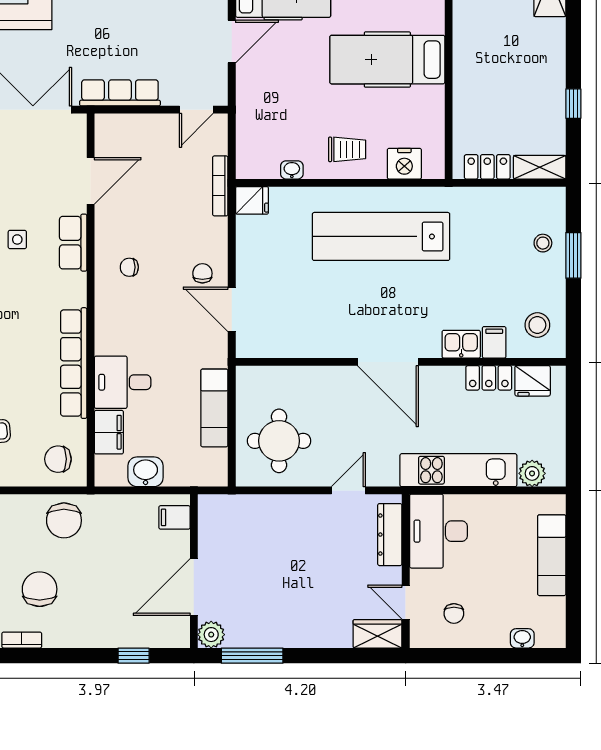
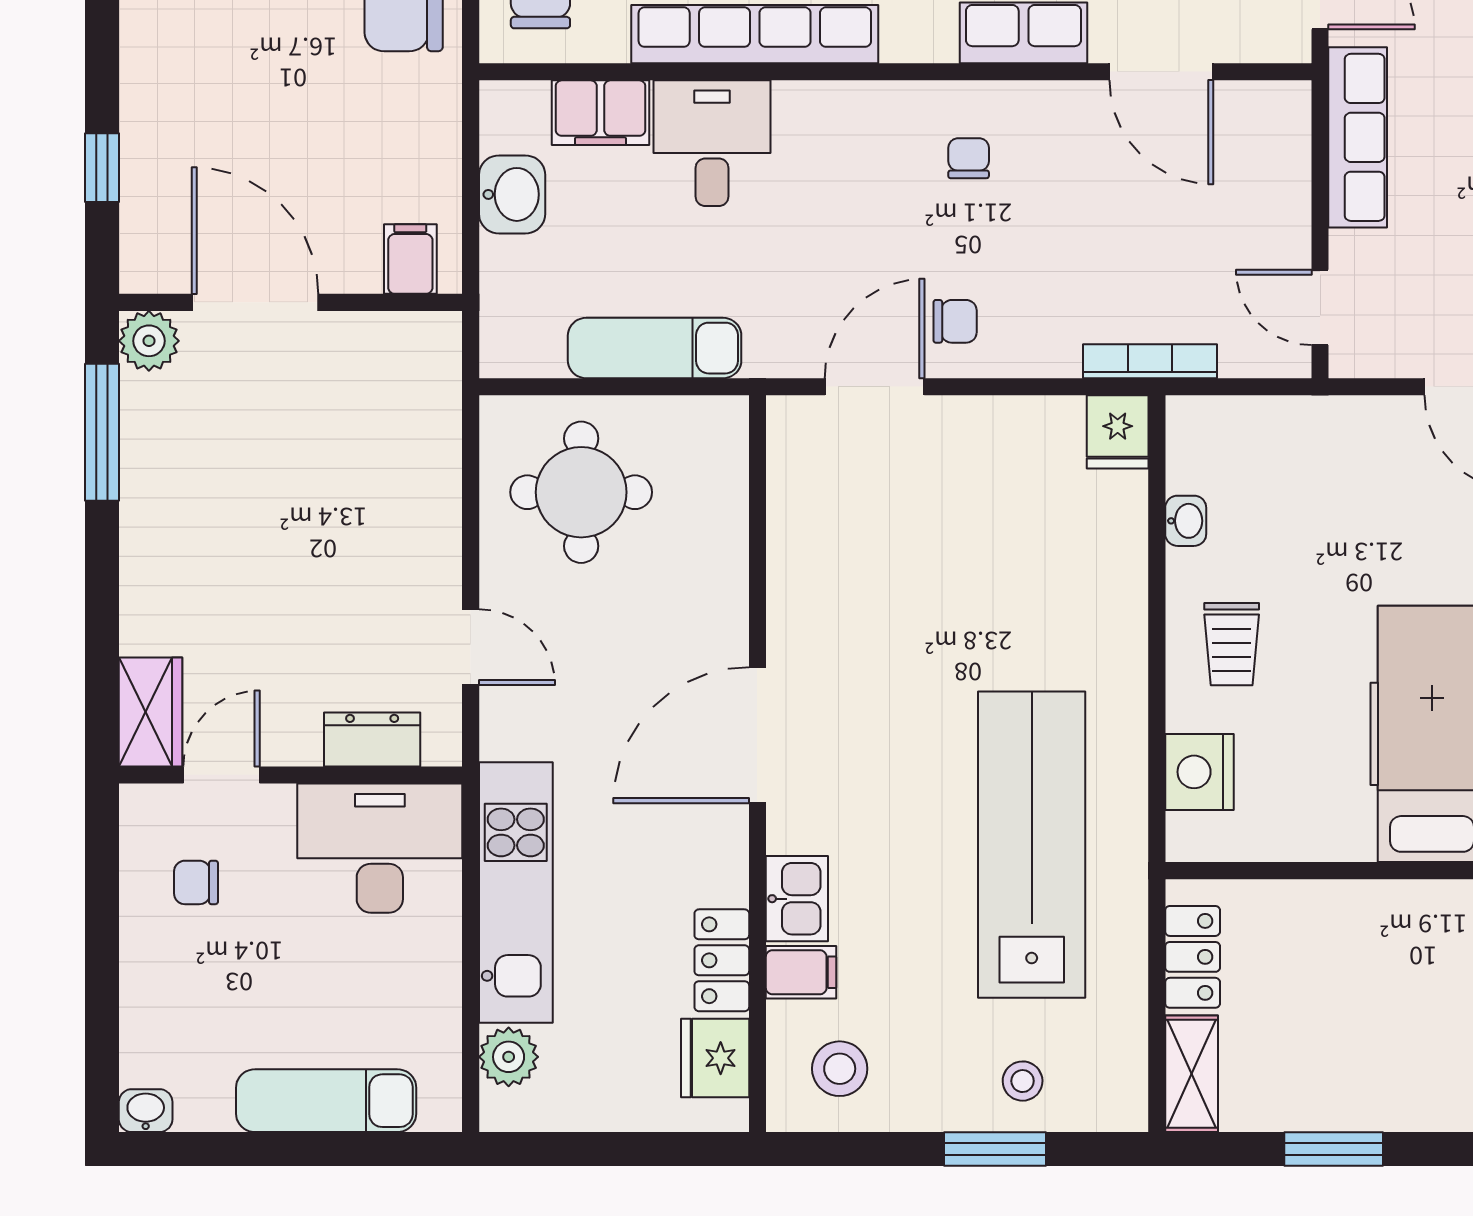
window: (573, 104) -> (1334, 1149), width x1.50
lab bench: (381, 236) -> (1032, 845), moved
dresser: (390, 535) -> (372, 739), width x0.70
washbasin: (522, 638) -> (146, 1111), moved, turned -90

